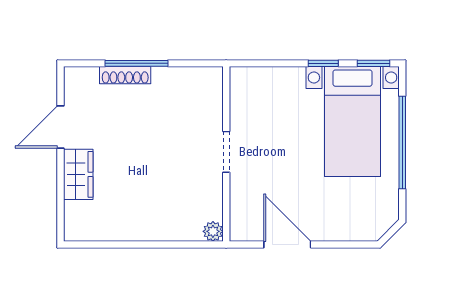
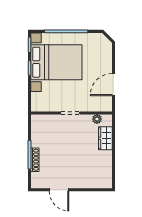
bed with nightstands: (353, 122) -> (56, 62), width x1.36
wardrobe: (78, 174) -> (105, 138), moved, turned -90
plant: (213, 231) -> (97, 119), moved

